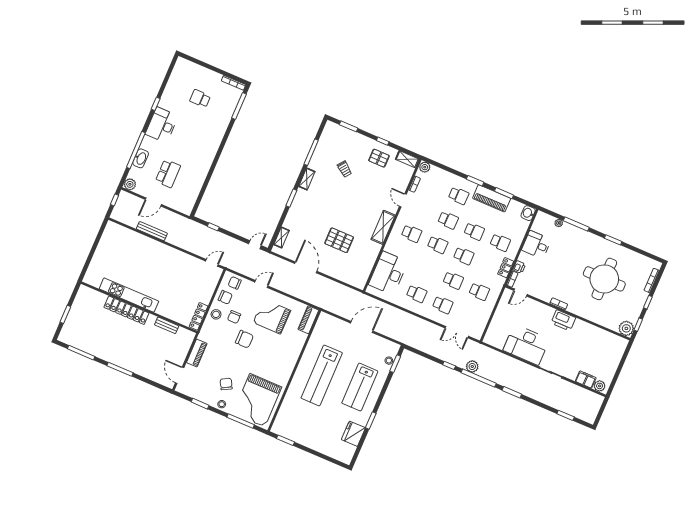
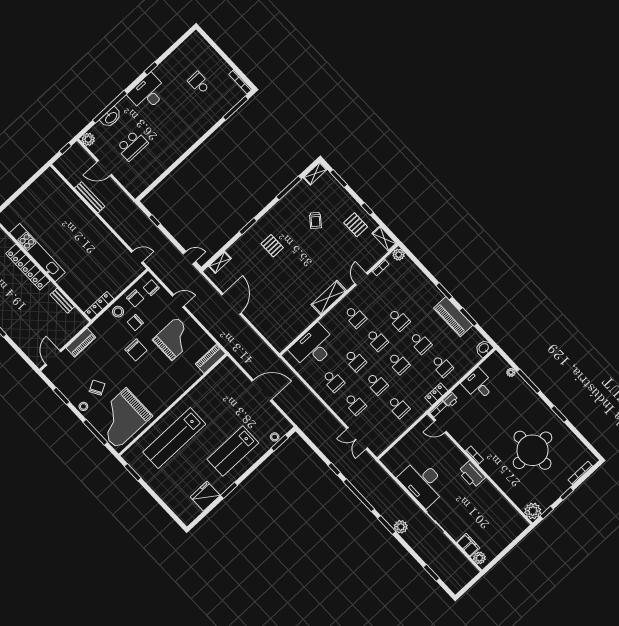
shelving: (307, 179) -> (315, 174), moved
school desk: (459, 196) -> (355, 360), moved
pallet: (339, 240) -> (272, 246), moved, width x0.67, depth x0.71
grand piano: (272, 316) -> (174, 339), turned 90
plant: (472, 366) -> (401, 527), moved
lab bench: (322, 375) -> (174, 438), moved

